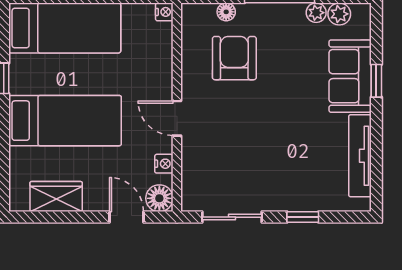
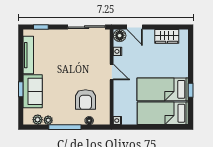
bed: (65, 121) -> (163, 89), moved
sliding door: (232, 217) -> (87, 27), width x1.37
window: (303, 217) -> (41, 27), moved

